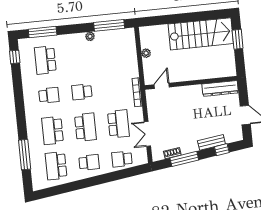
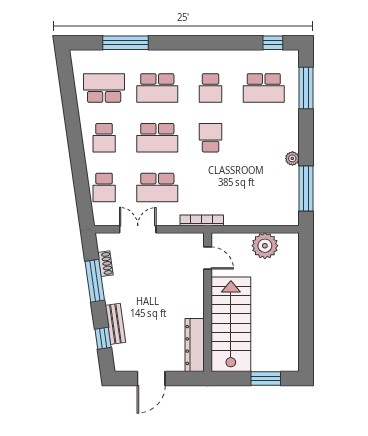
stairs: (201, 34) -> (231, 324), moved, turned 180
plant: (146, 53) -> (265, 246), width x1.87, depth x1.87
school desk: (45, 60) -> (264, 88), turned 180
school desk: (52, 131) -> (157, 88), turned 180
school desk: (122, 159) -> (104, 187), turned 180

